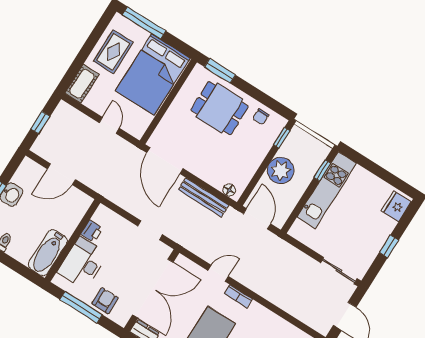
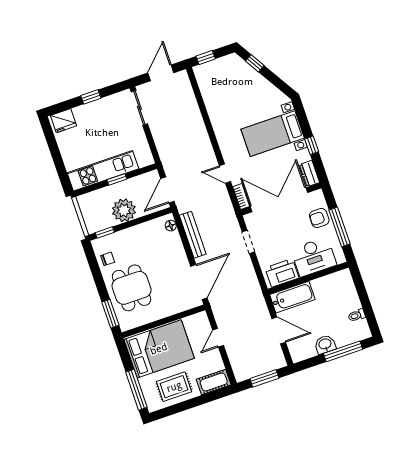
window: (40, 123) -> (264, 378), width x1.50
window: (322, 170) -> (117, 179), moved
printer: (92, 231) -> (282, 273), width x1.87, depth x1.48
bathtub: (48, 253) -> (292, 297), moved
bookcase: (238, 296) -> (241, 197), moved

